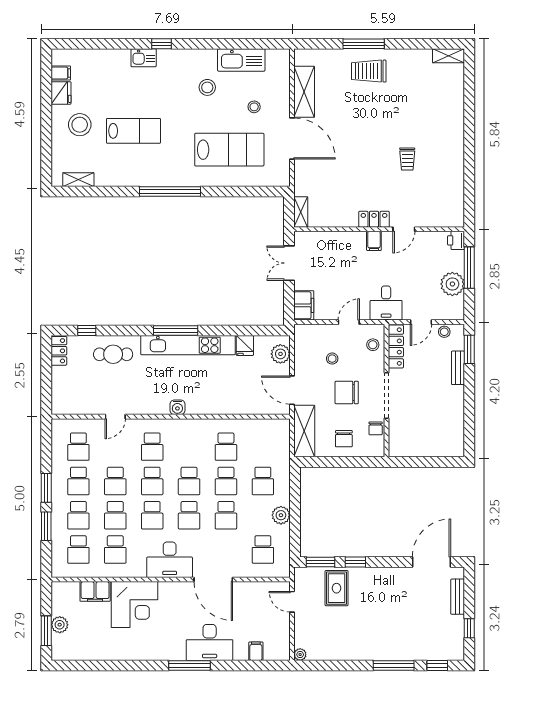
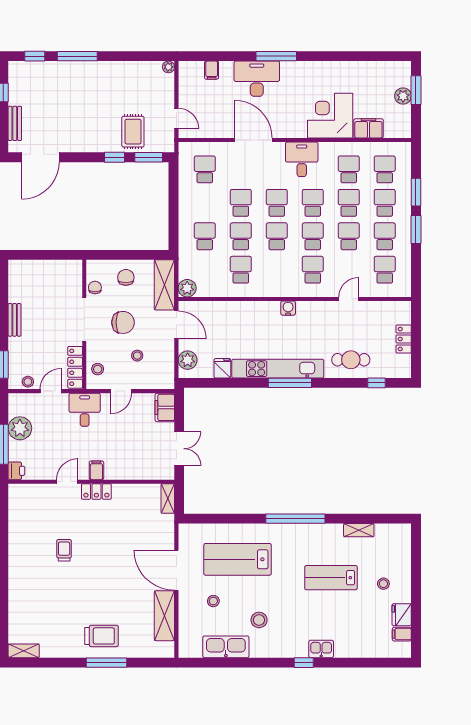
stool: (80, 125) -> (383, 584), width x0.53, depth x0.53
shelving: (78, 180) -> (359, 530), moved
locker: (59, 351) -> (404, 339), moved
bench: (458, 368) -> (15, 320), moved
plant: (281, 515) -> (187, 288), moved
desk: (170, 560) -> (302, 159), width x0.73

